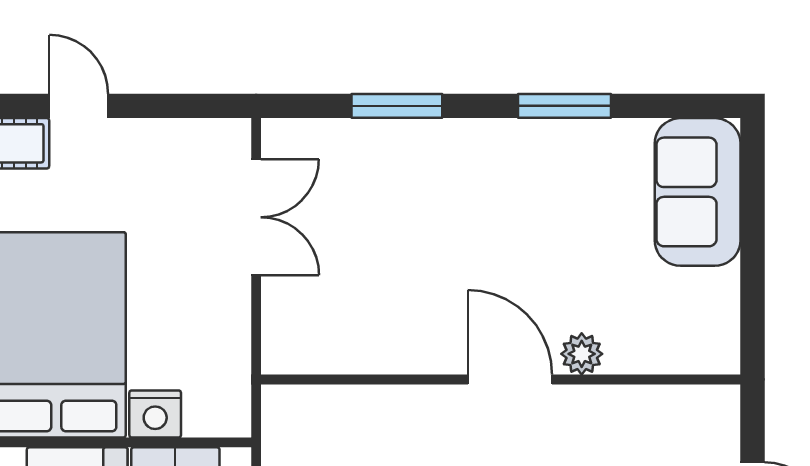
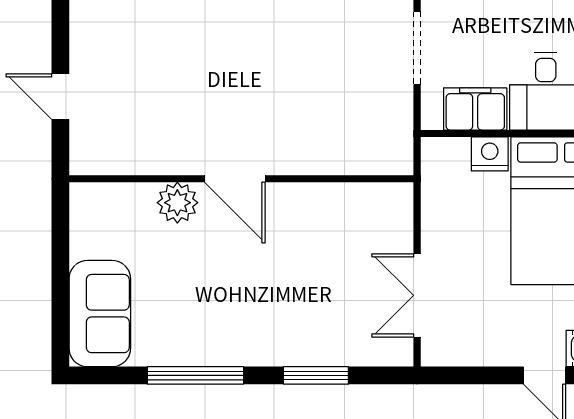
window: (565, 106) -> (195, 375), width x1.44
plant: (582, 354) -> (177, 203), width x1.38, depth x1.38

